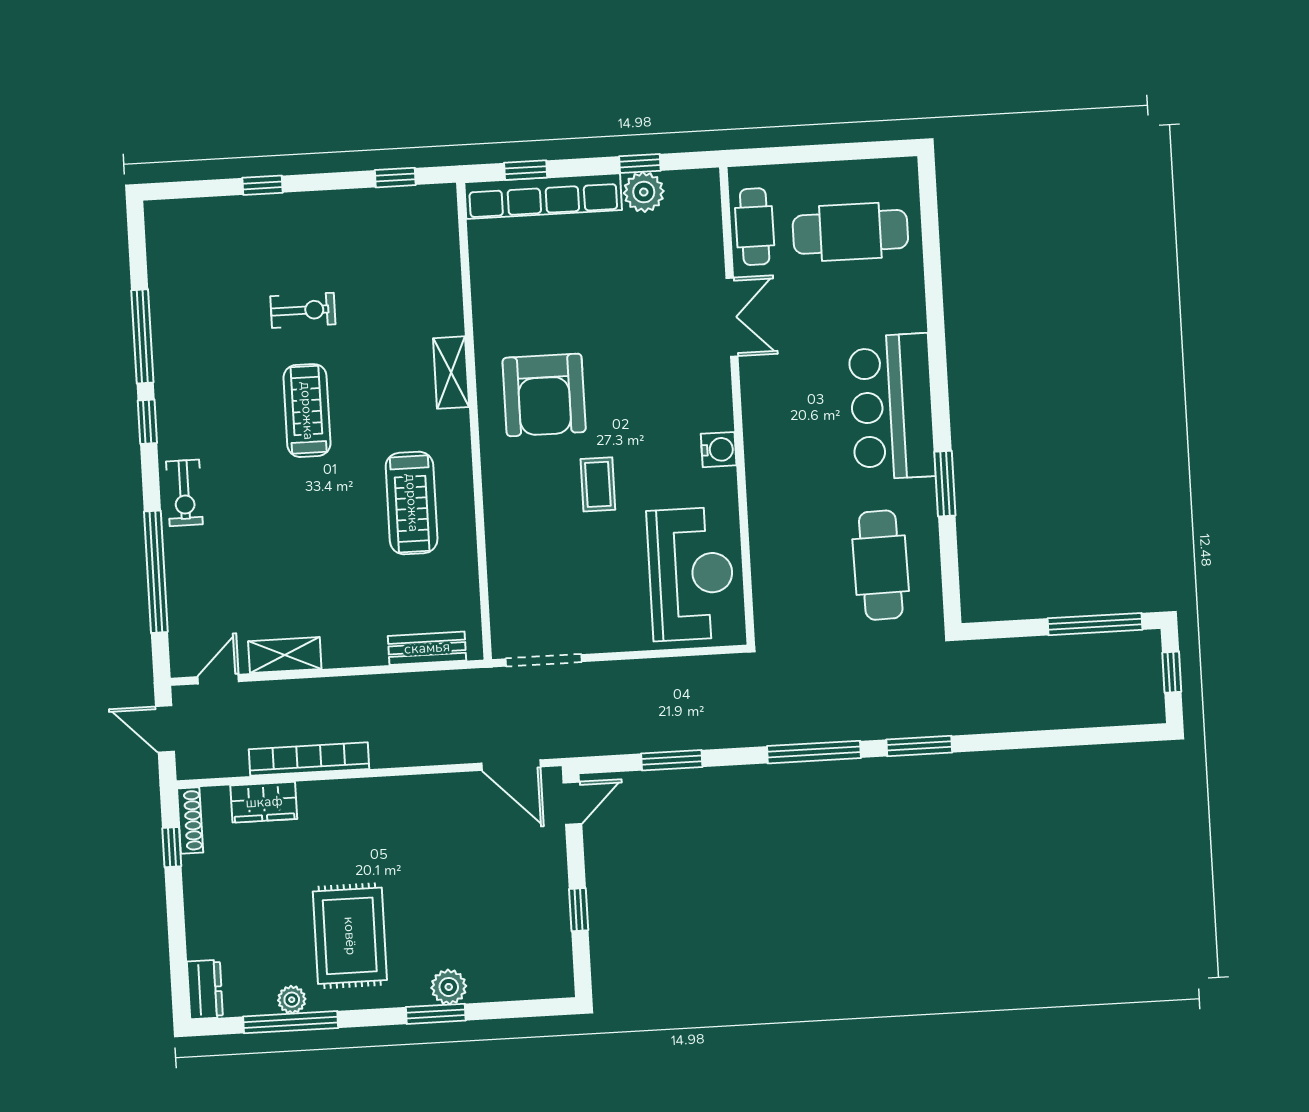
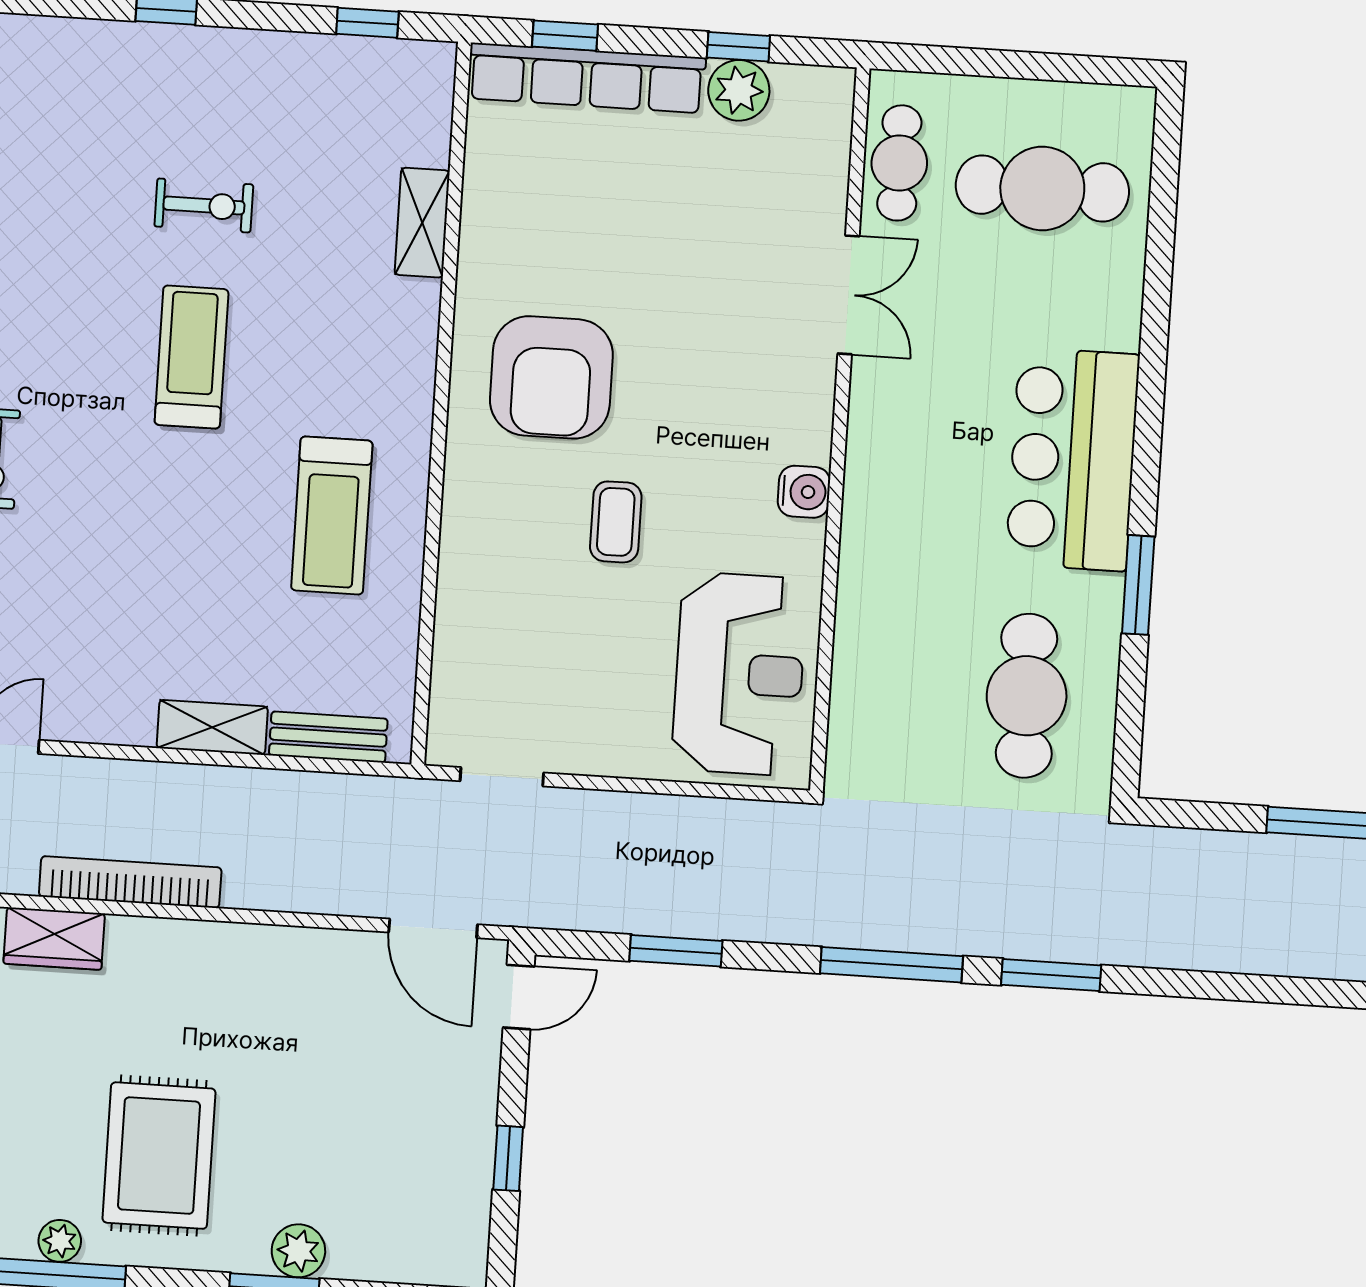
shelving: (451, 373) -> (422, 223), moved
shelving: (285, 655) -> (212, 727), moved
doorway: (544, 660) -> (502, 777), width x0.73

